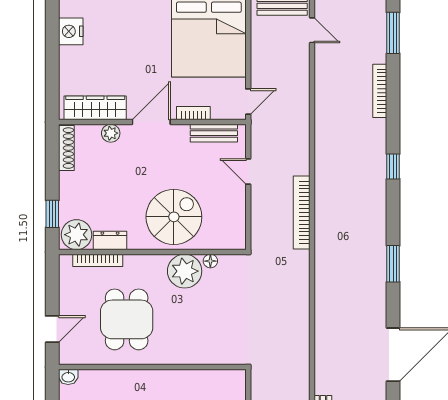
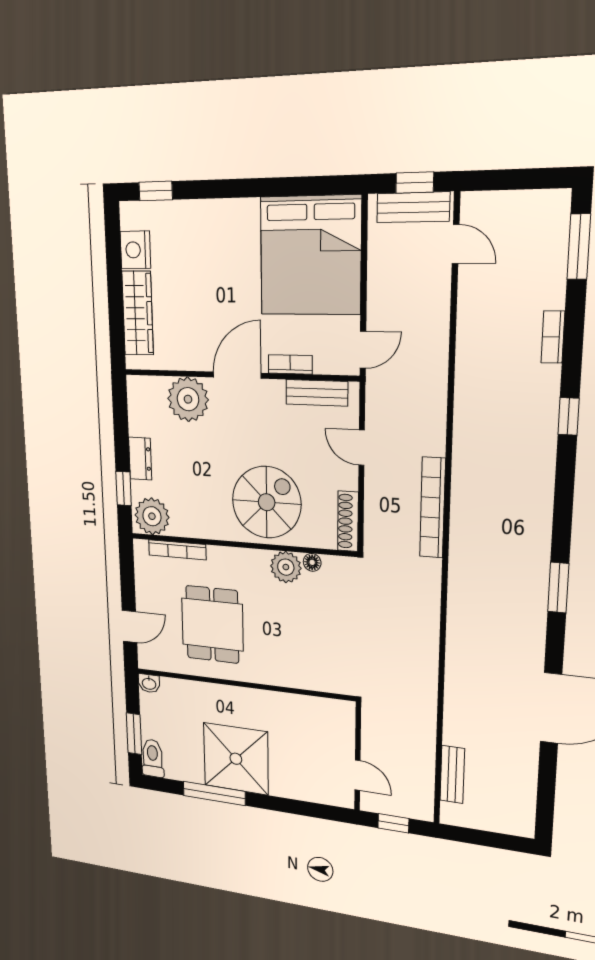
bookcase: (380, 91) -> (553, 337), width x0.64
wardrobe: (95, 108) -> (138, 313), moved, turned 90
plant: (111, 133) -> (188, 399), width x1.87, depth x1.87
shoe rack: (66, 148) -> (348, 521), moved, turned 180
window: (393, 166) -> (569, 416), moved
dresser: (110, 240) -> (140, 459), moved, turned 90
plant: (185, 271) -> (286, 567), width x0.73, depth x0.73

